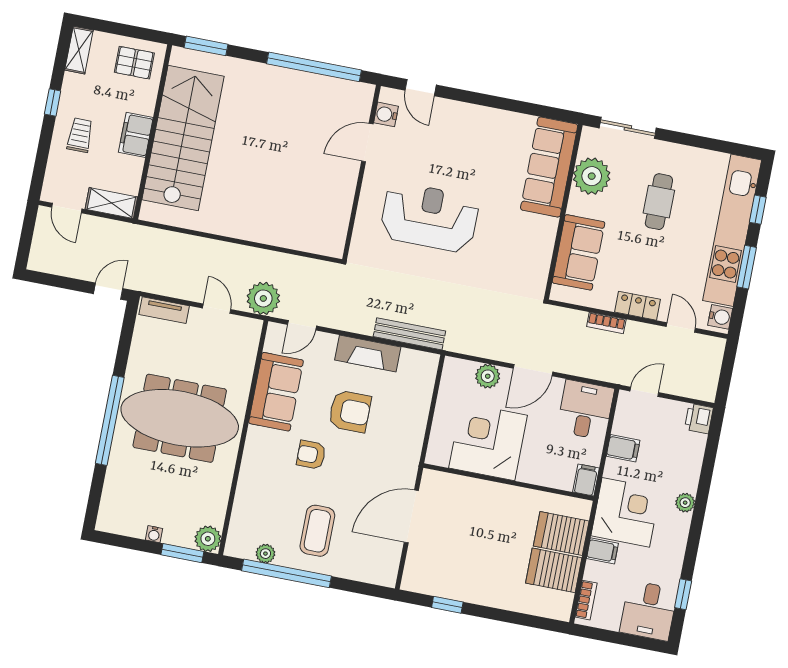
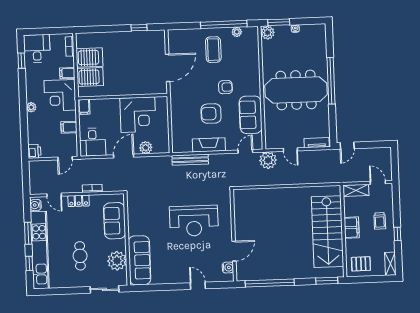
door: (421, 88) -> (198, 286), moved

